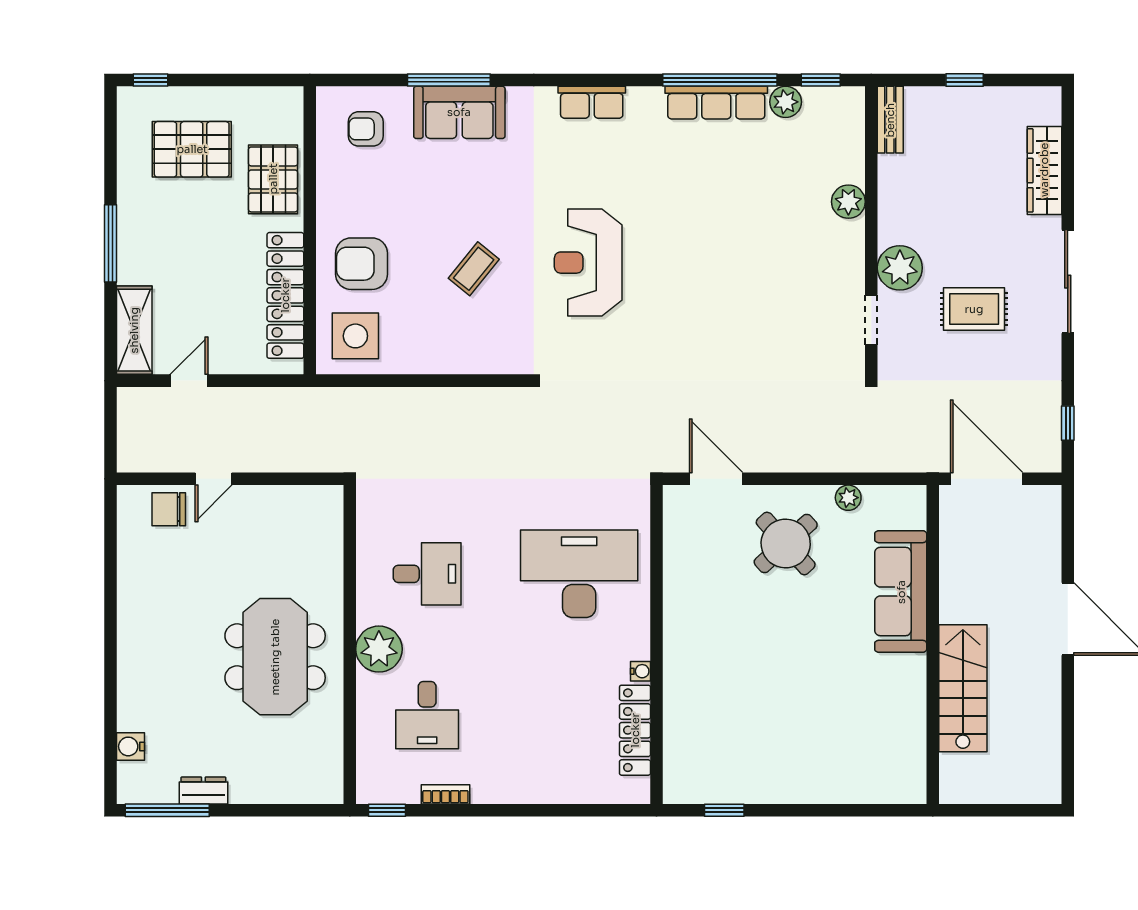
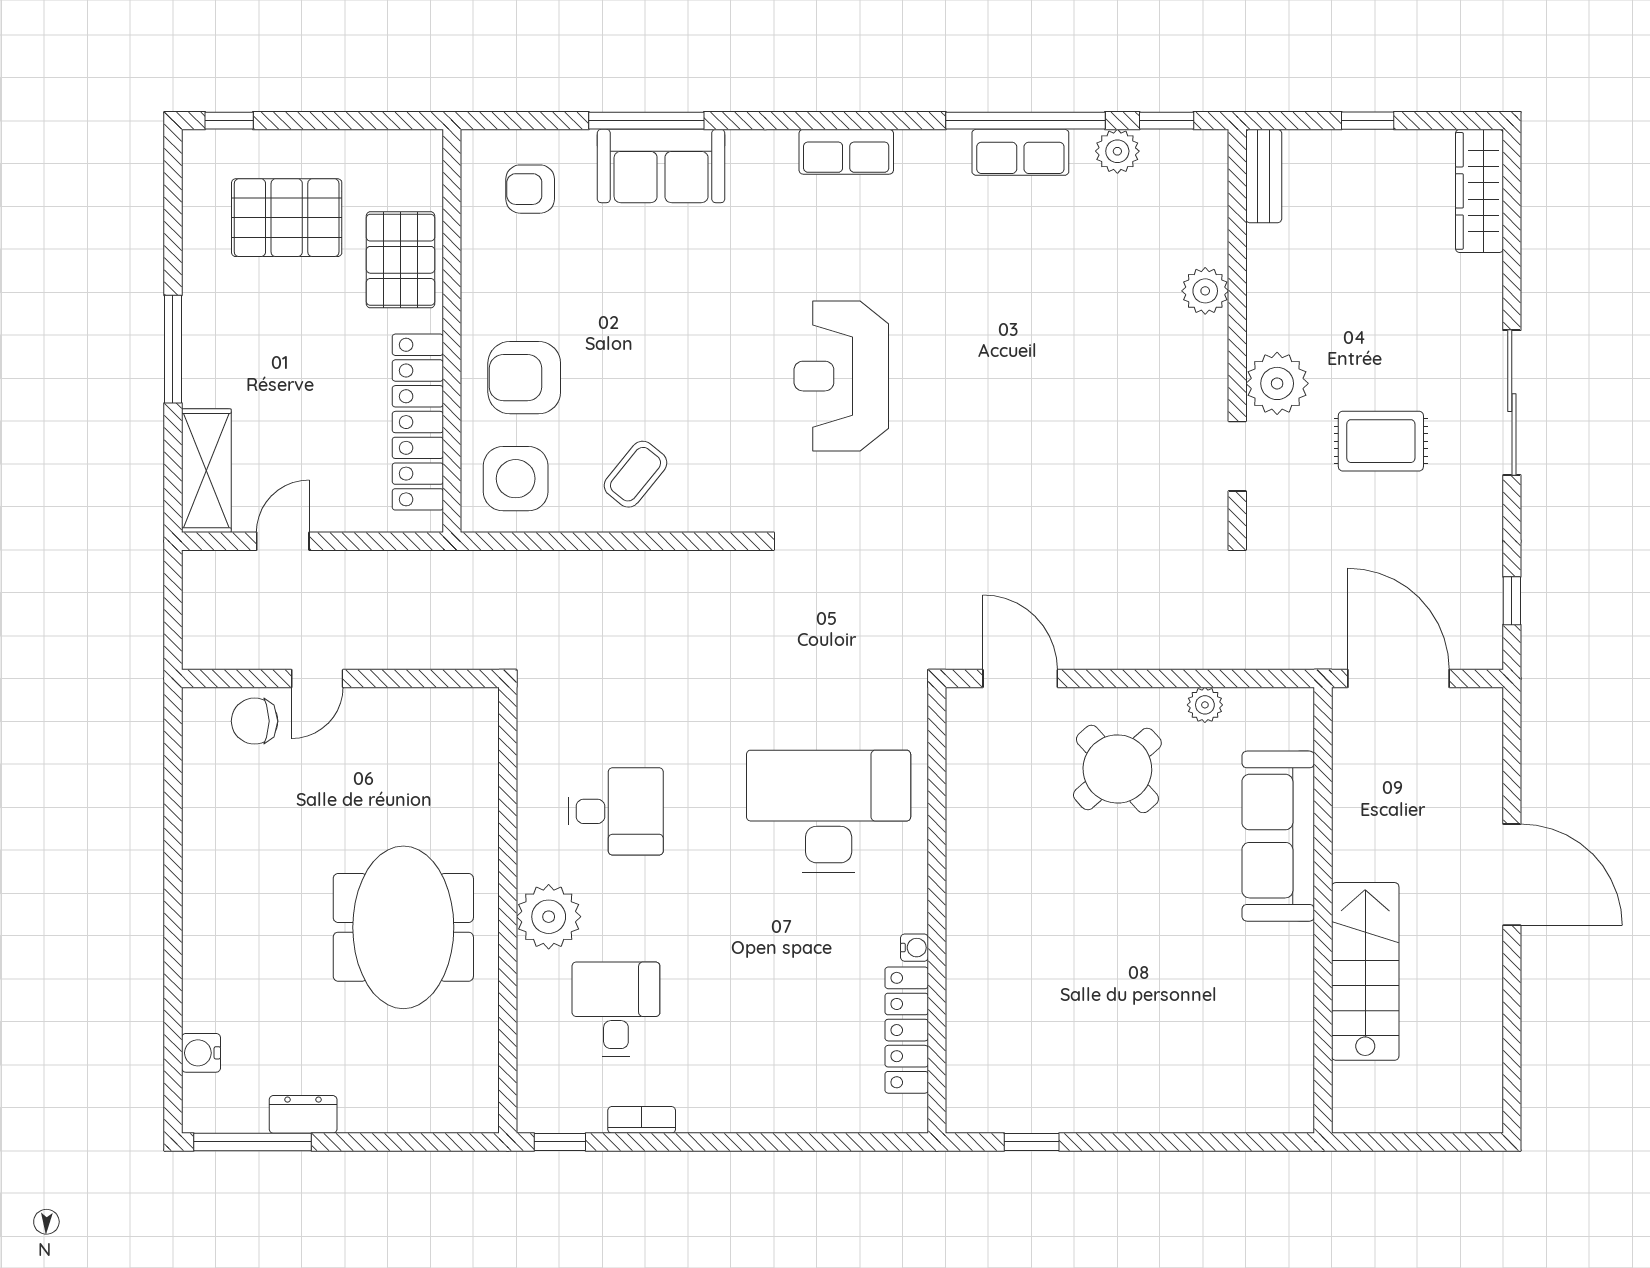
row of seats: (716, 103) -> (1020, 152), width x0.68
wardrobe: (1044, 170) -> (1479, 191), moved
coffee table: (474, 269) -> (636, 474), moved
desk: (427, 715) -> (616, 1009), turned 180

